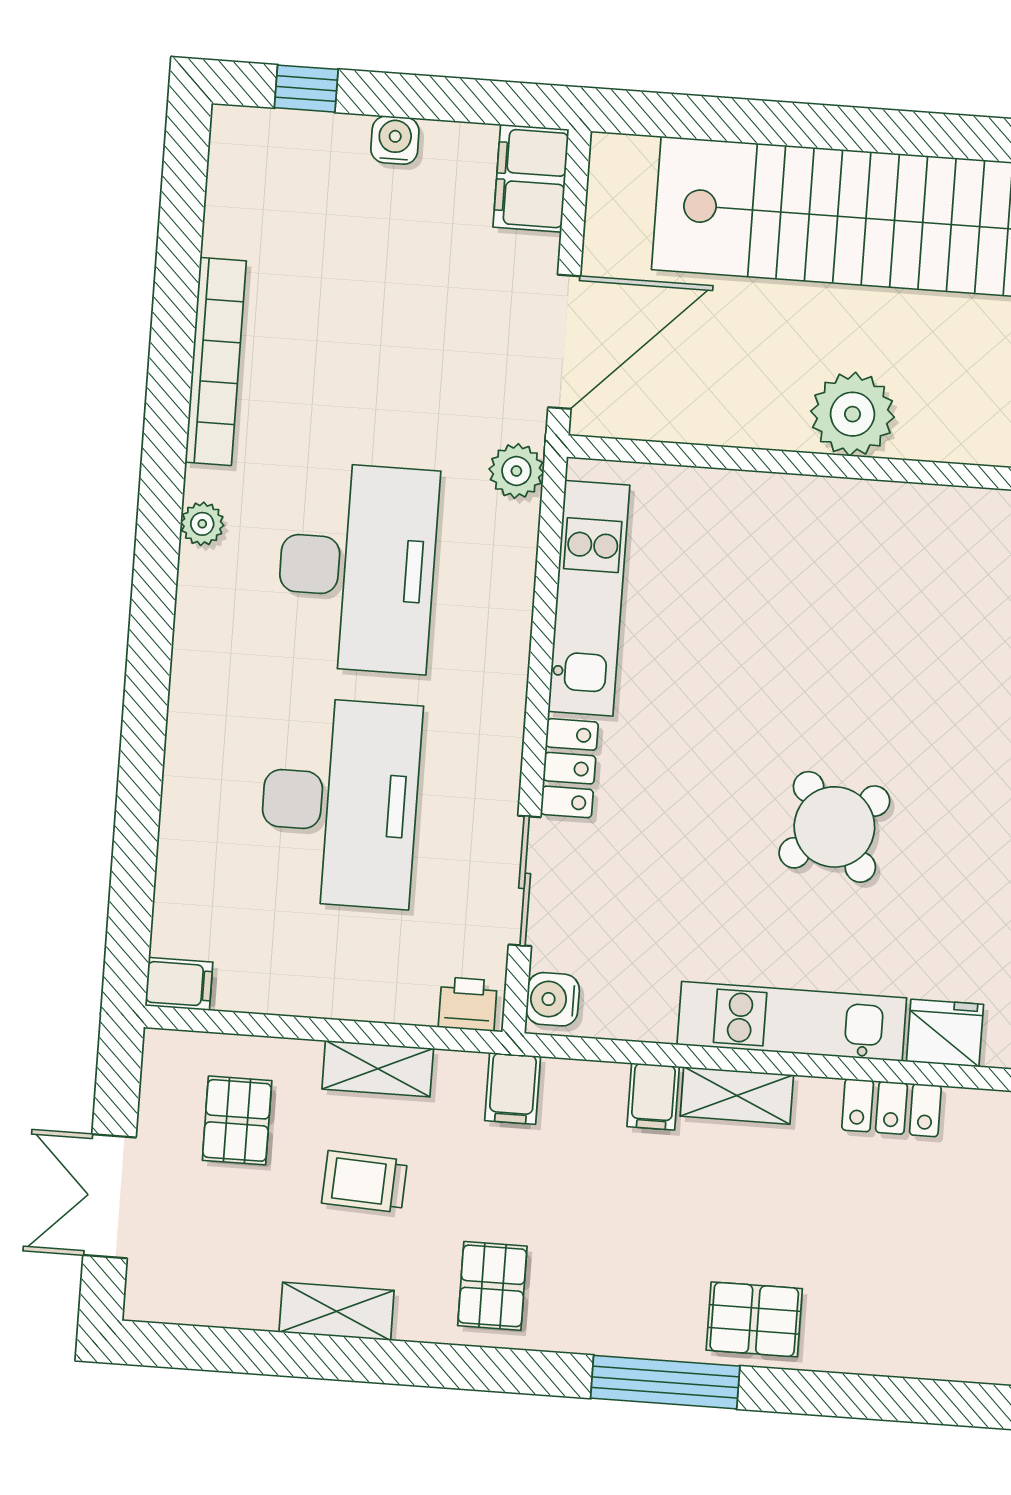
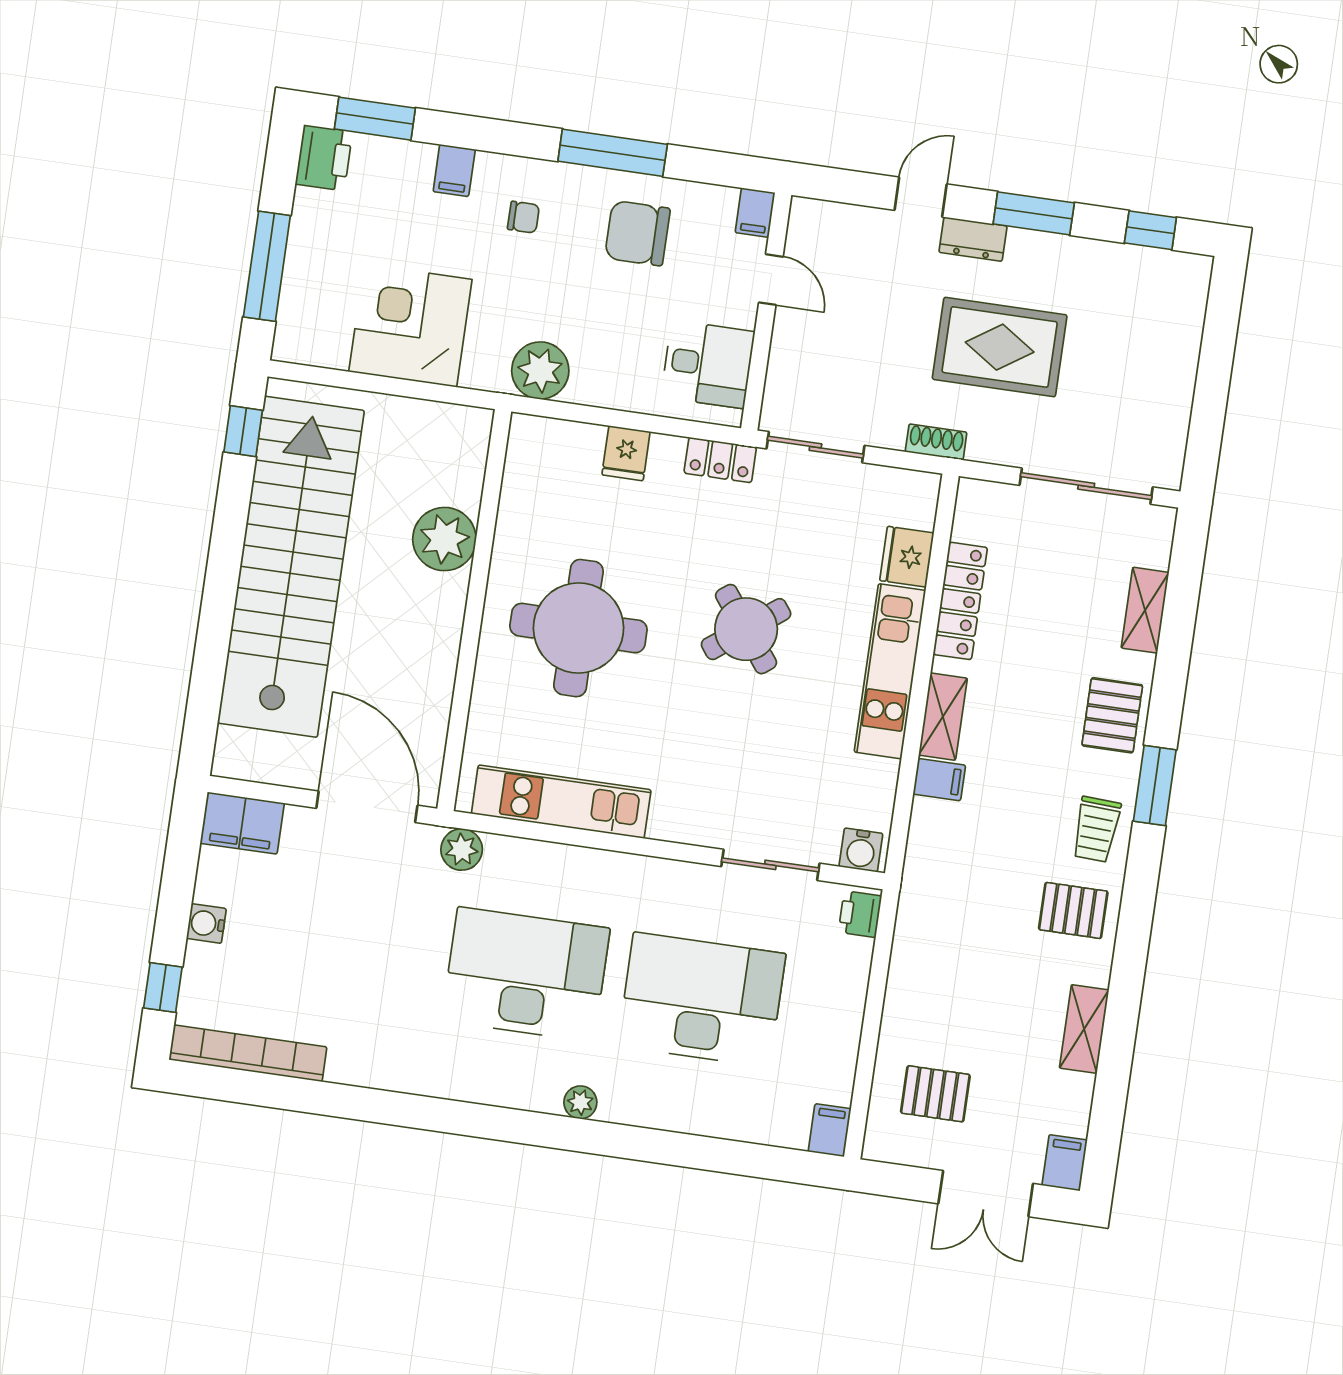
bookcase: (216, 362) -> (248, 1053), moved
plant: (852, 414) -> (444, 539), moved
plant: (202, 524) -> (580, 1102), moved
round table: (820, 605) -> (578, 628), added
locker: (569, 768) -> (688, 825), removed
shelving: (378, 1069) -> (1145, 610), moved
filing cabinet: (513, 1088) -> (1065, 1163), moved, turned -90
locker: (891, 1108) -> (960, 601), width x1.53
trolley: (364, 1182) -> (1096, 829), moved
window: (665, 1382) -> (1155, 785), width x0.69

